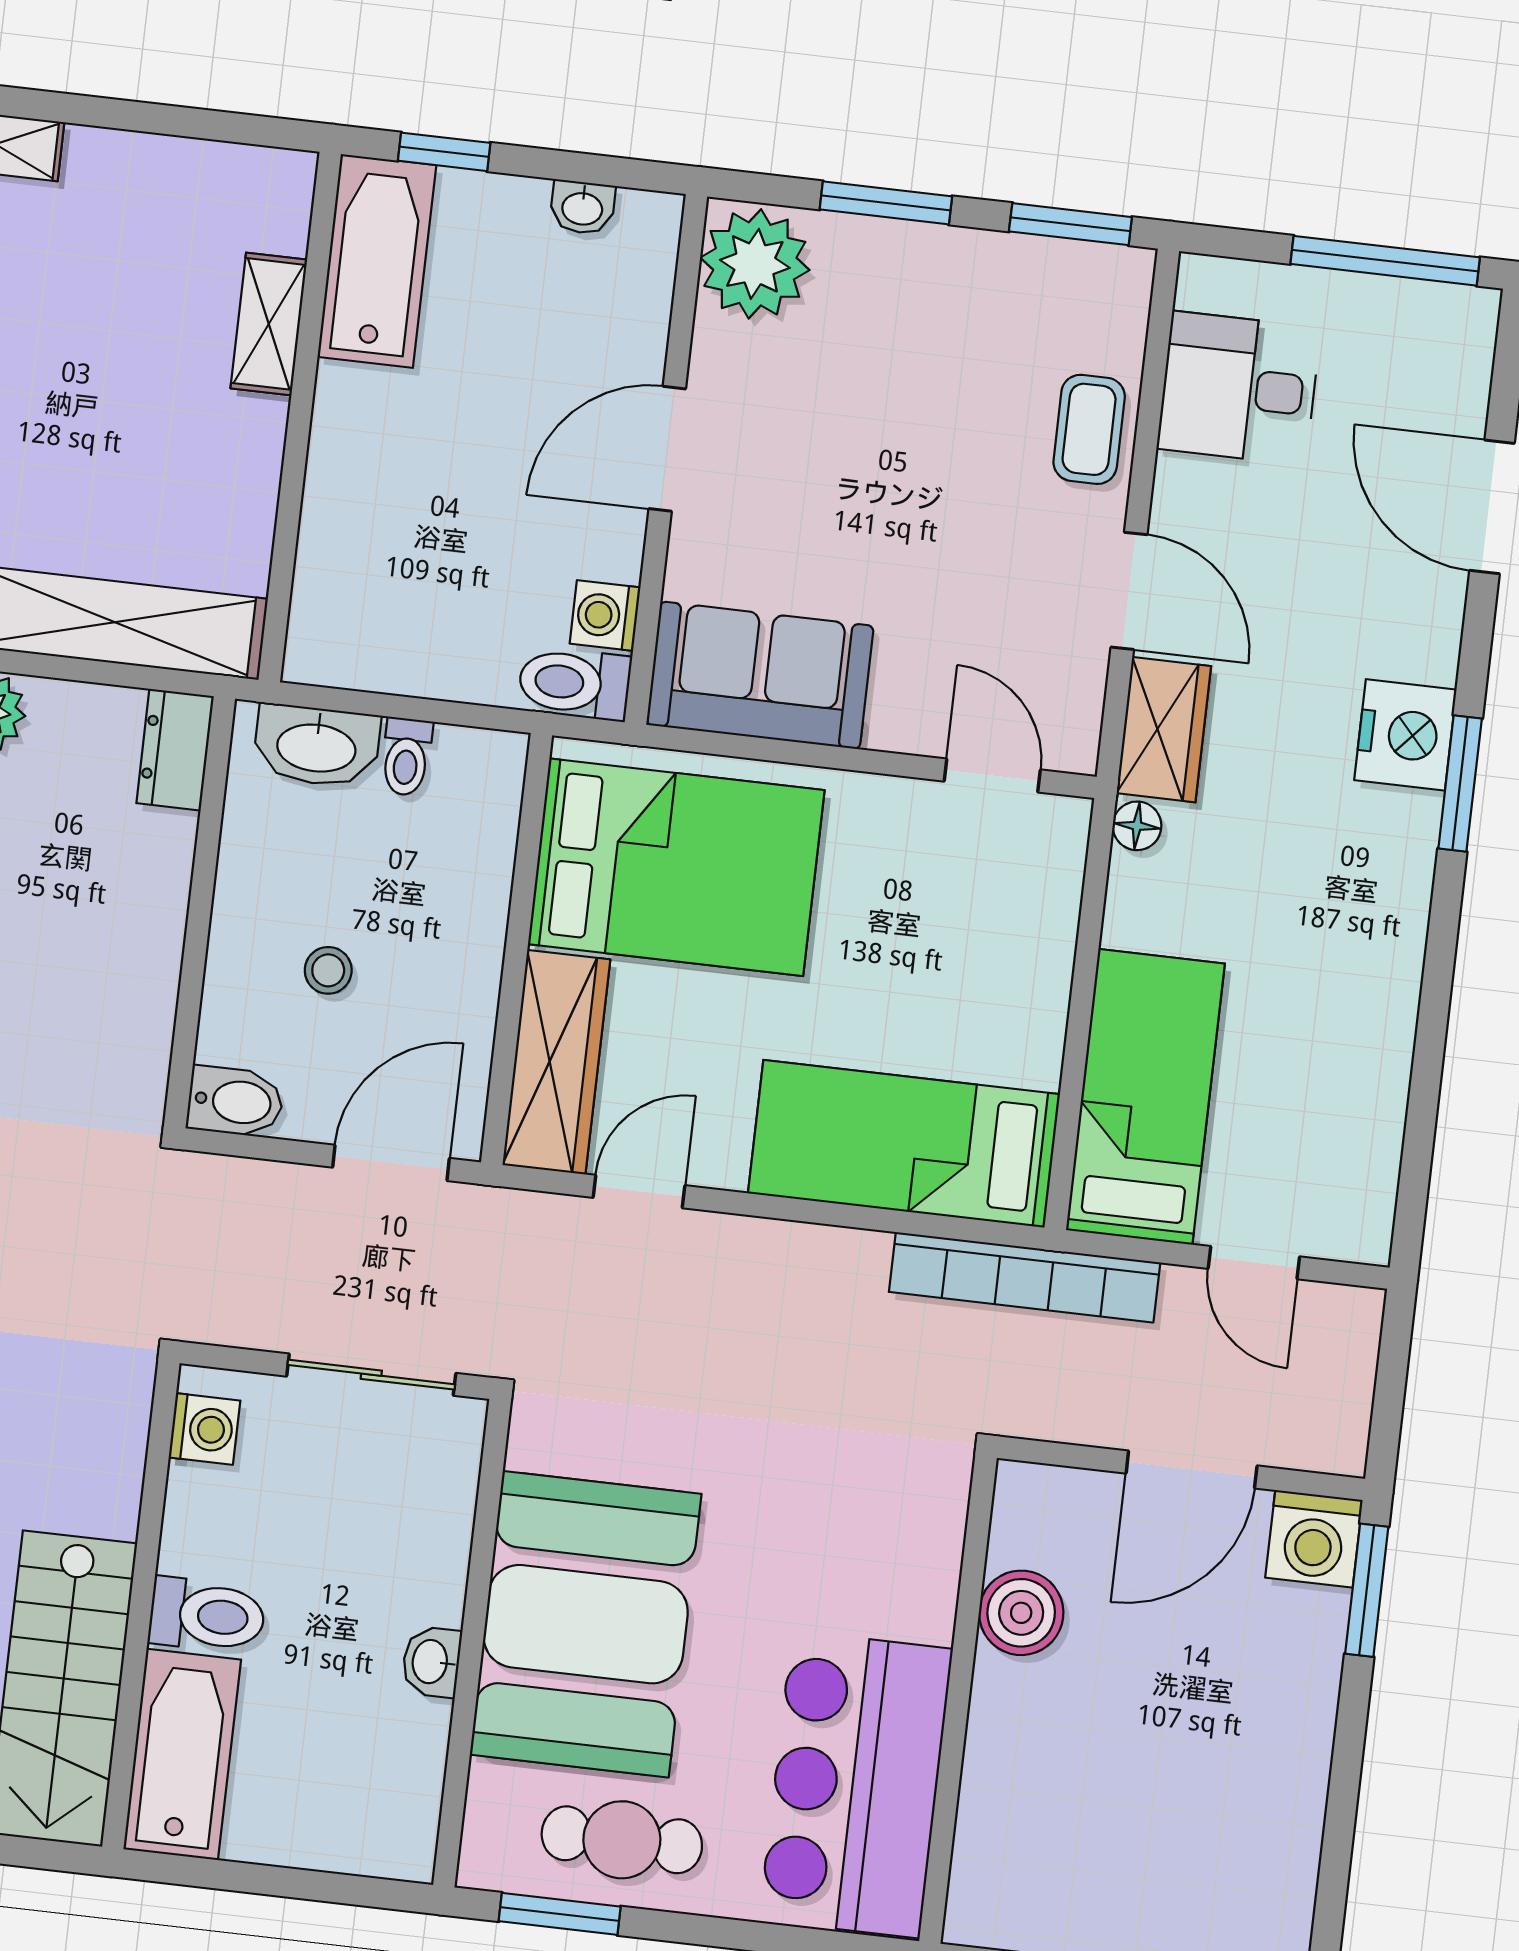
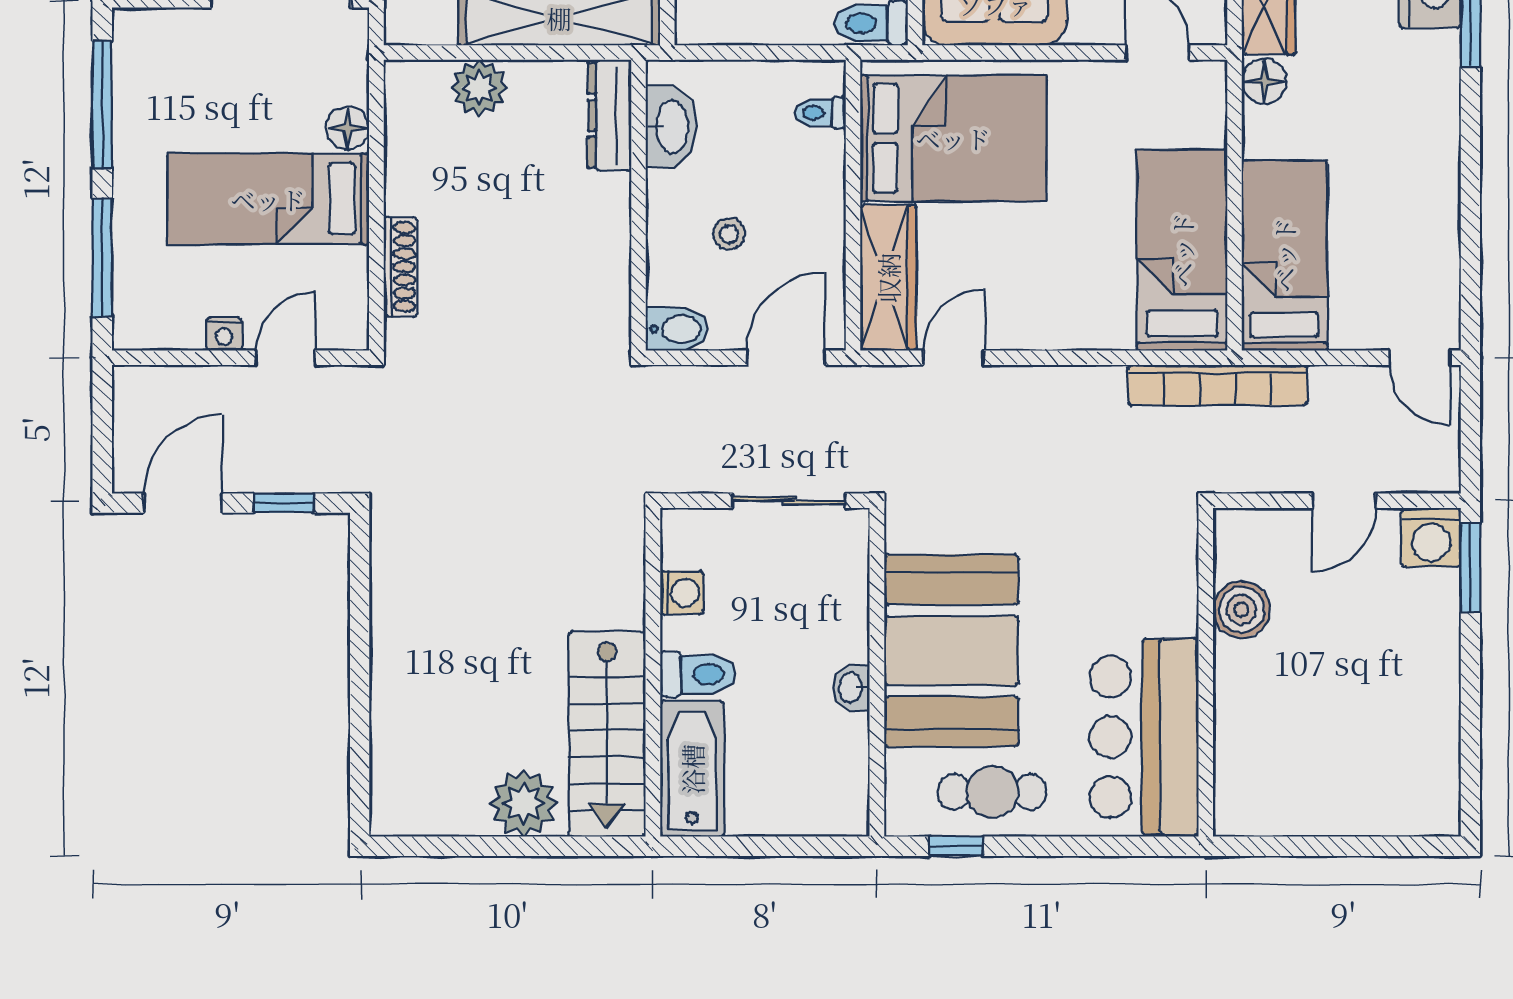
washbasin: (317, 746) -> (671, 127), moved, turned -90
dresser: (175, 750) -> (610, 115), width x1.44
toilet: (406, 757) -> (820, 113), moved, turned 90
floor lamp: (1137, 826) -> (1264, 81), width x1.37, depth x1.37
bed: (904, 1144) -> (1182, 250), moved, turned 90
door: (1254, 1263) -> (1420, 358), moved
washing machine: (205, 1429) -> (682, 593), moved
door: (1192, 1470) -> (1344, 501), width x0.73
window: (560, 1914) -> (956, 846), width x0.67

